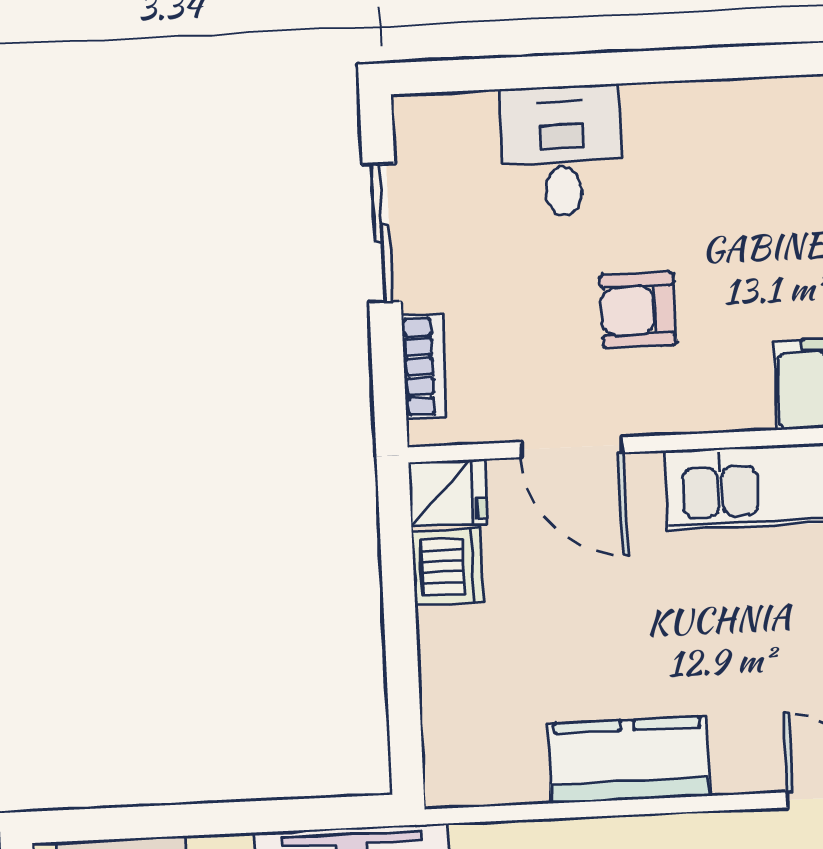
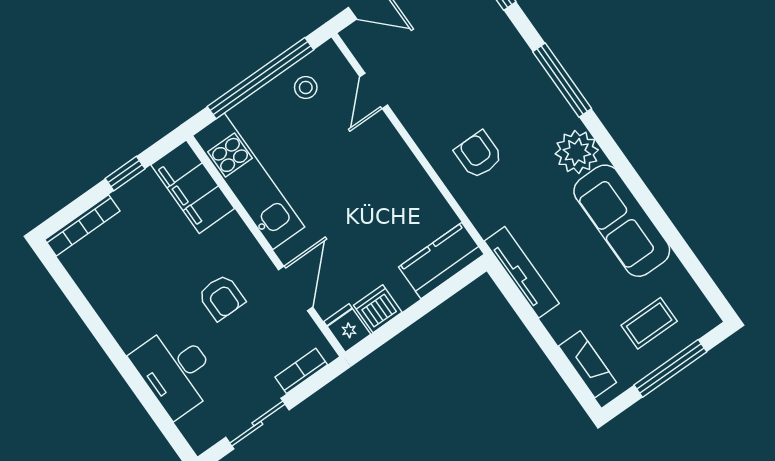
desk: (562, 151) -> (176, 371), width x1.37
kitchen counter: (629, 760) -> (441, 261), moved, turned 90

